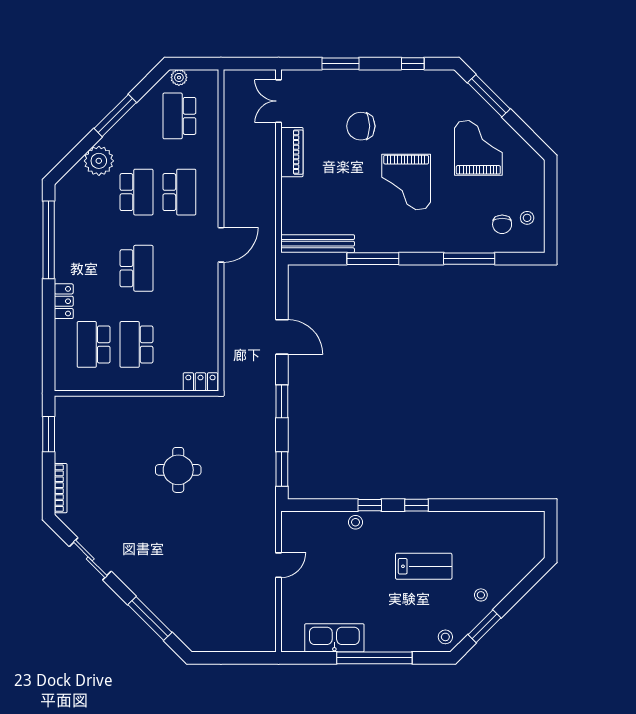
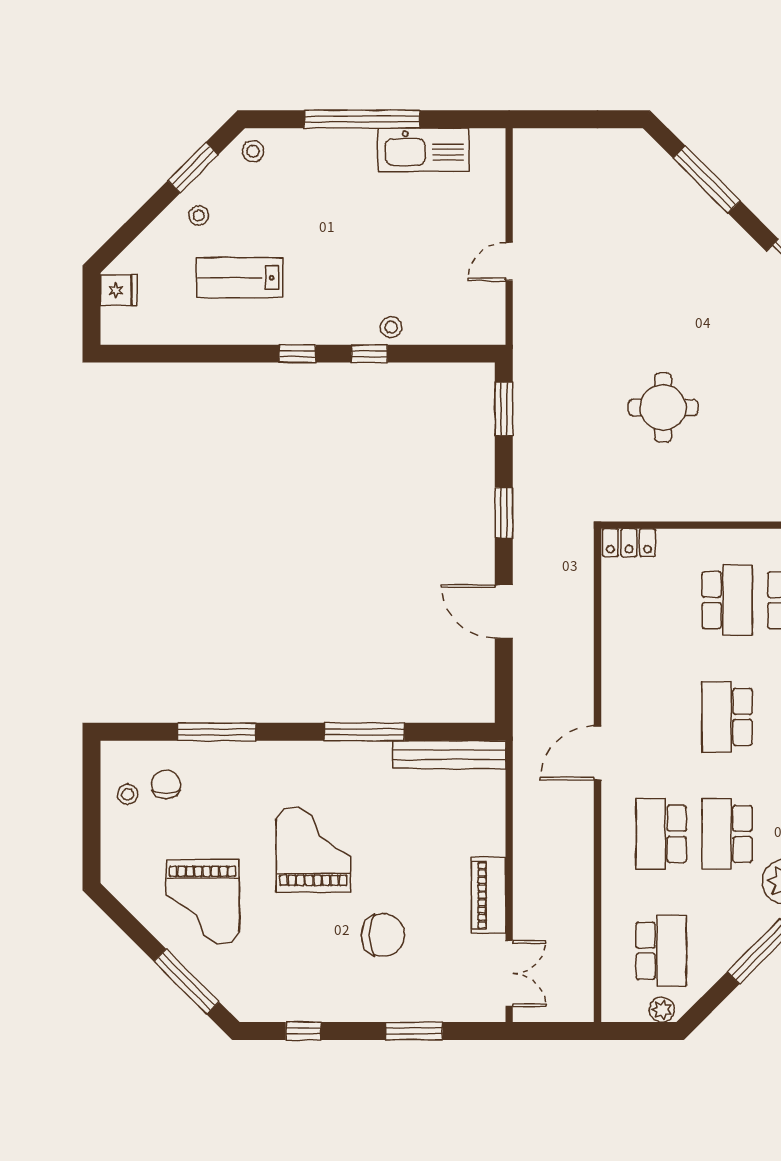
fridge: (533, 546) -> (119, 290), added
lab bench: (424, 566) -> (240, 278), moved

